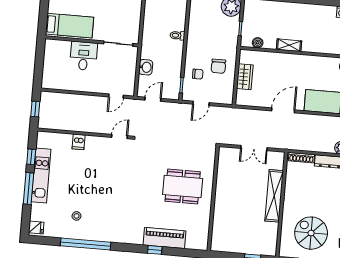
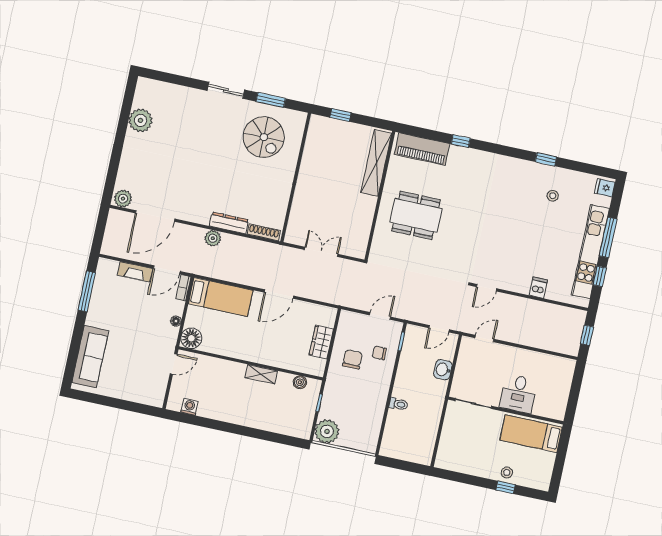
kitchen unit: (41, 176) -> (590, 252), width x1.36
shelving: (274, 196) -> (376, 163), moved
piano: (165, 238) -> (422, 149), moved
window: (86, 244) -> (546, 159), width x0.32

